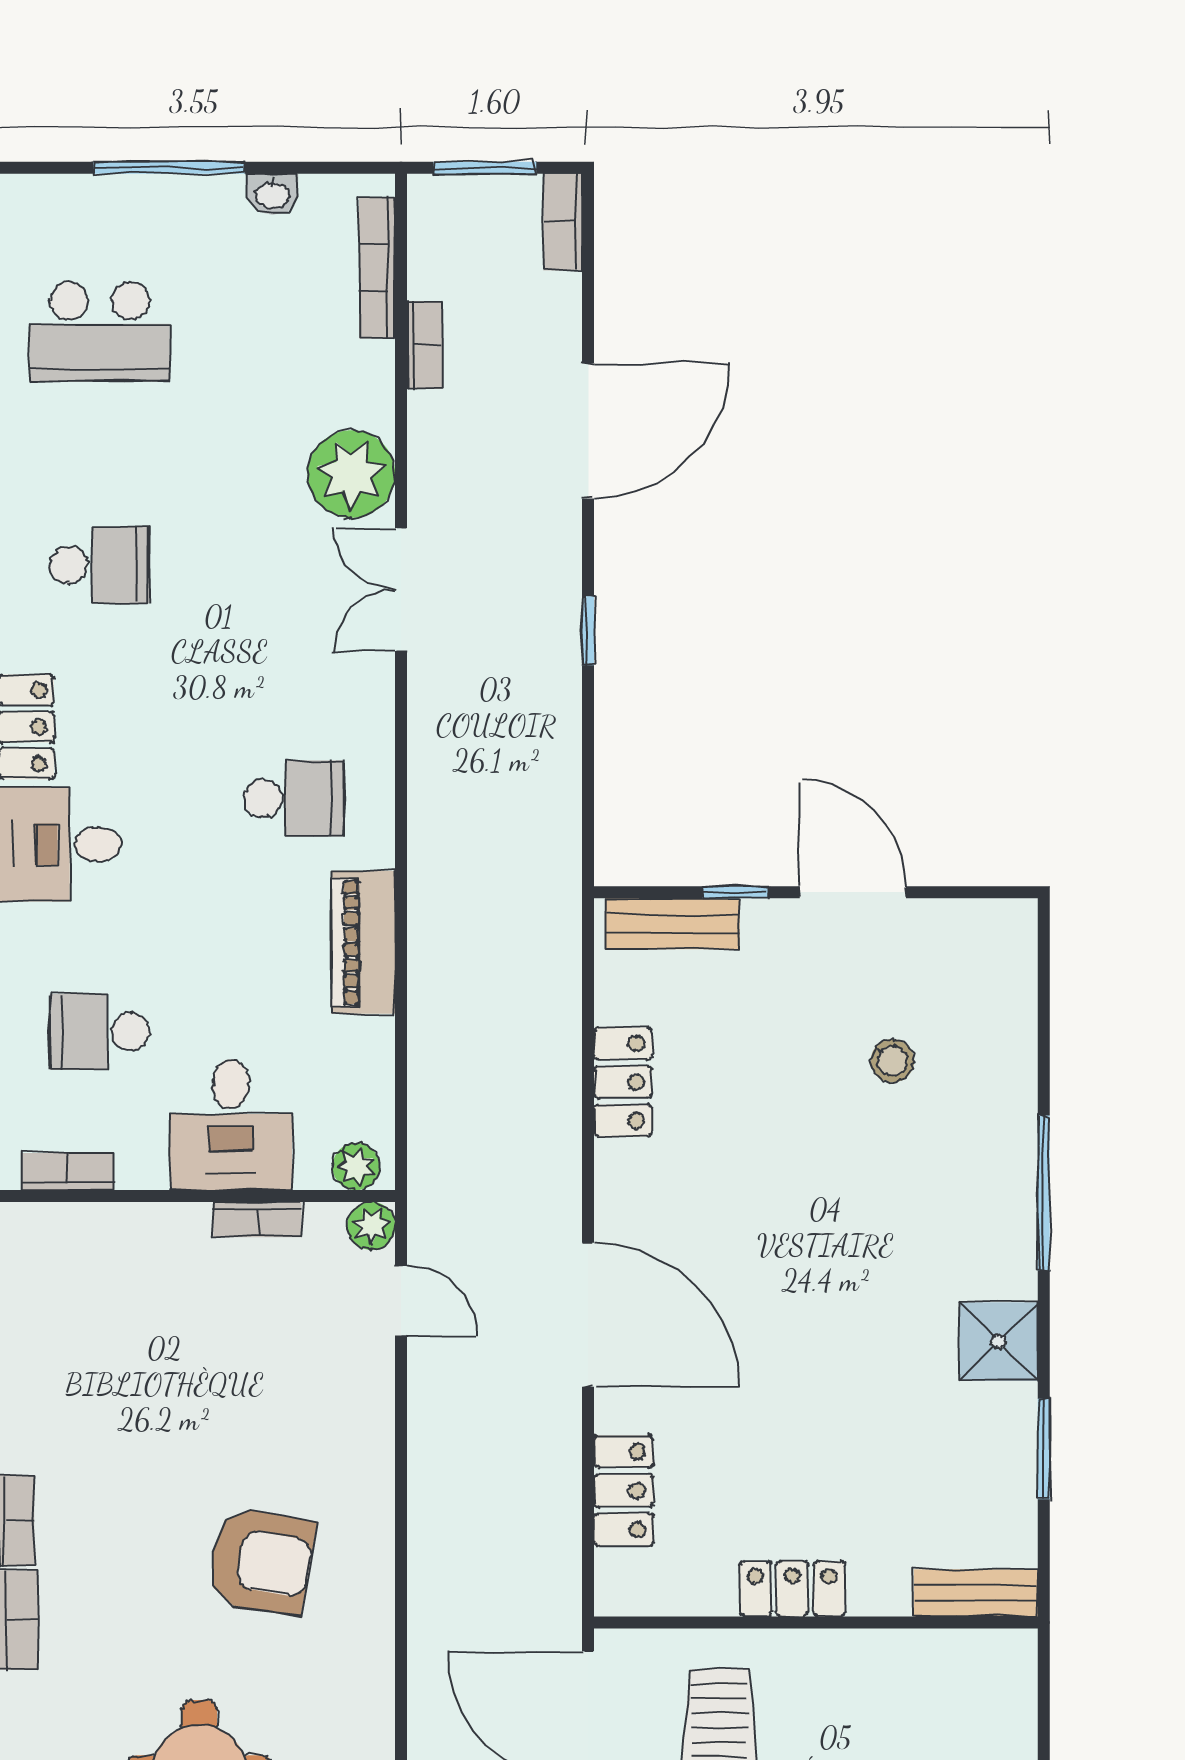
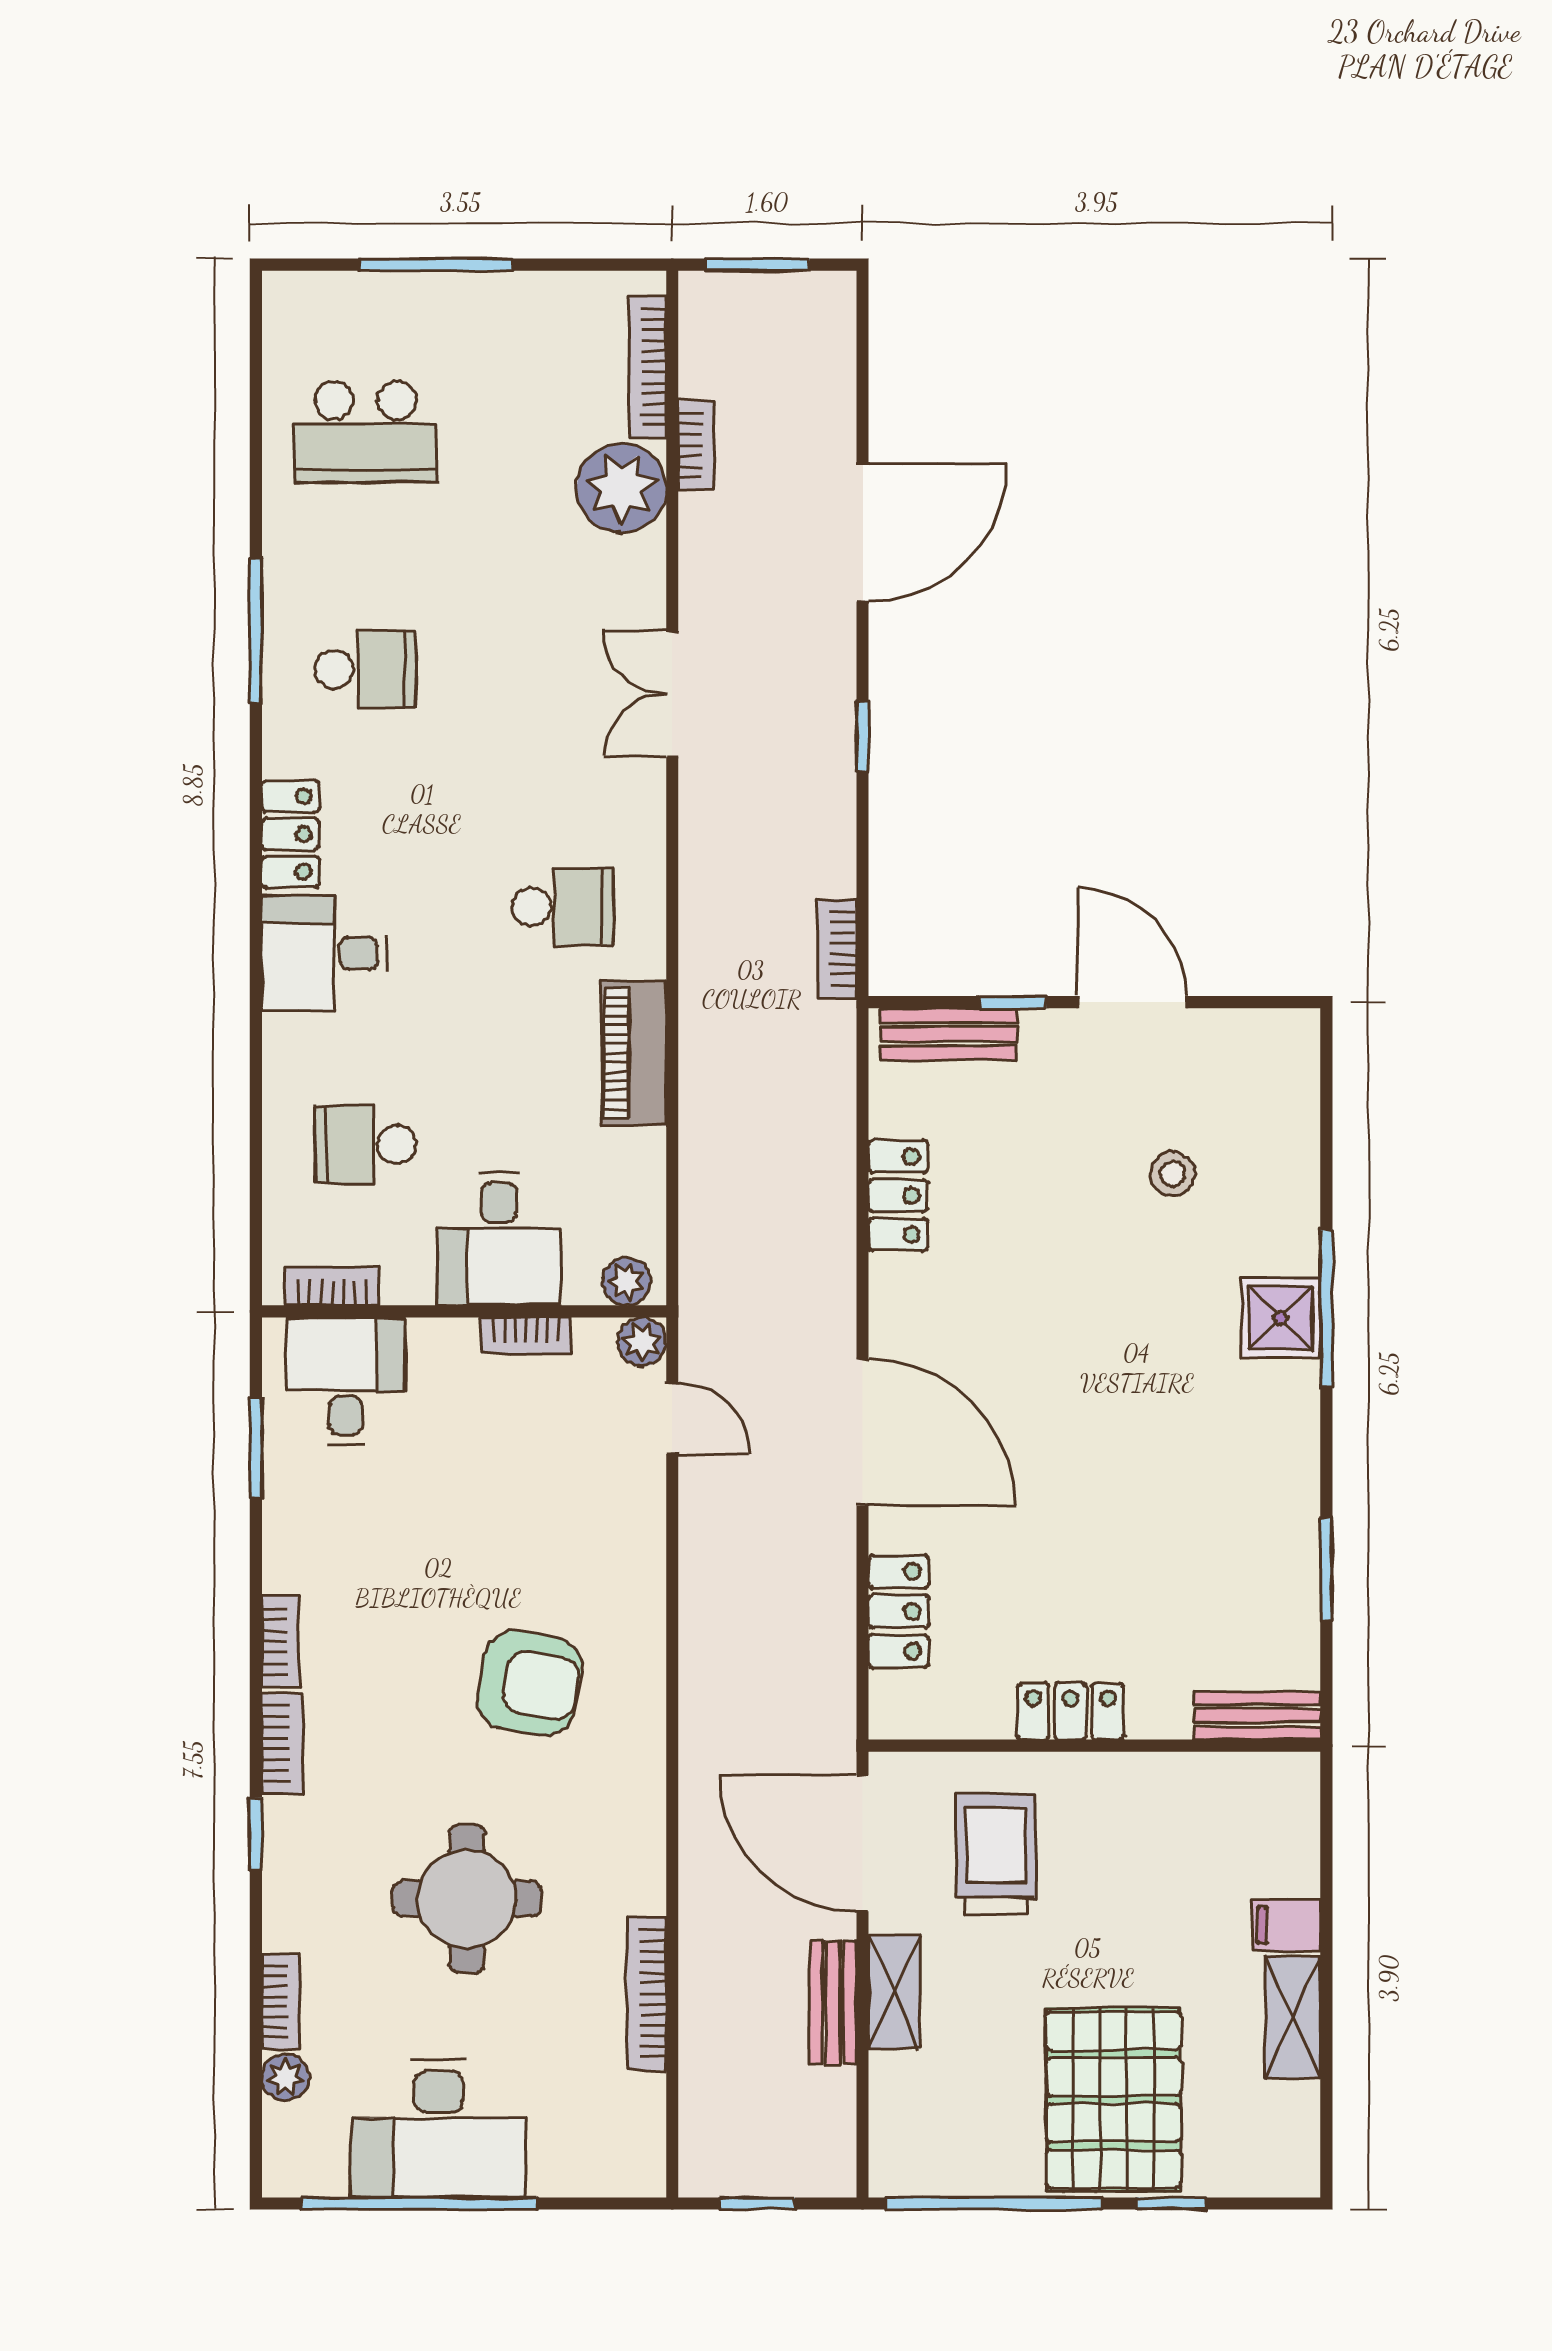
washbasin: (273, 194) -> (541, 292), removed
bookcase: (563, 222) -> (837, 949), moved
plant: (351, 474) -> (622, 488), moved
desk: (81, 1264) -> (346, 1381), added
shower: (999, 1341) -> (1281, 1318), moved

